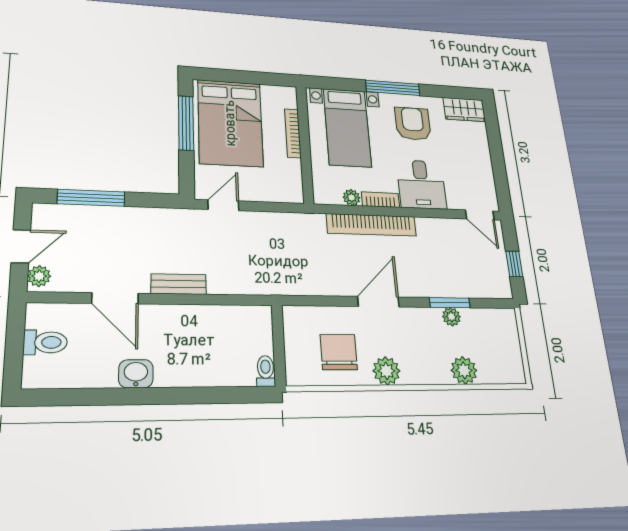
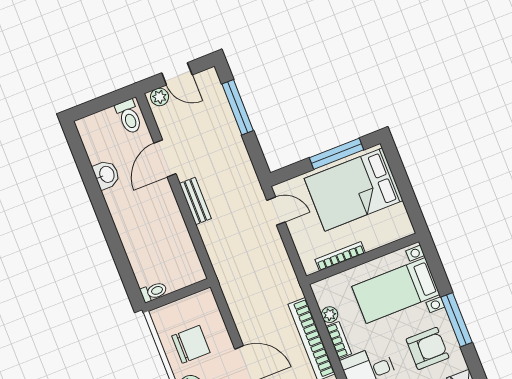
bookcase: (293, 133) -> (340, 256), moved
toilet: (45, 342) -> (129, 117), moved
washbasin: (136, 374) -> (106, 175), moved

